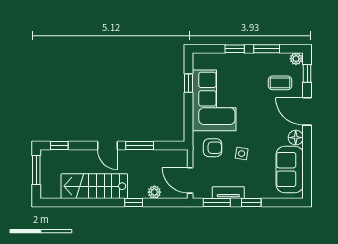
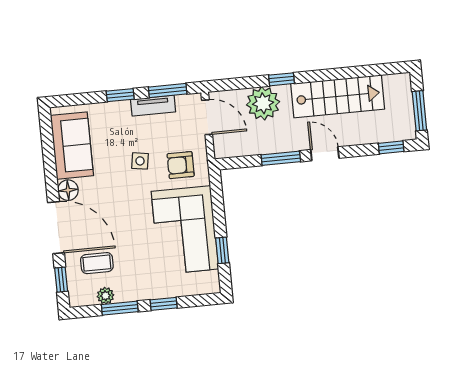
plant: (296, 59) -> (105, 296), moved
door: (307, 111) -> (56, 228), width x1.36
plant: (154, 192) -> (263, 103), width x1.88, depth x1.88

